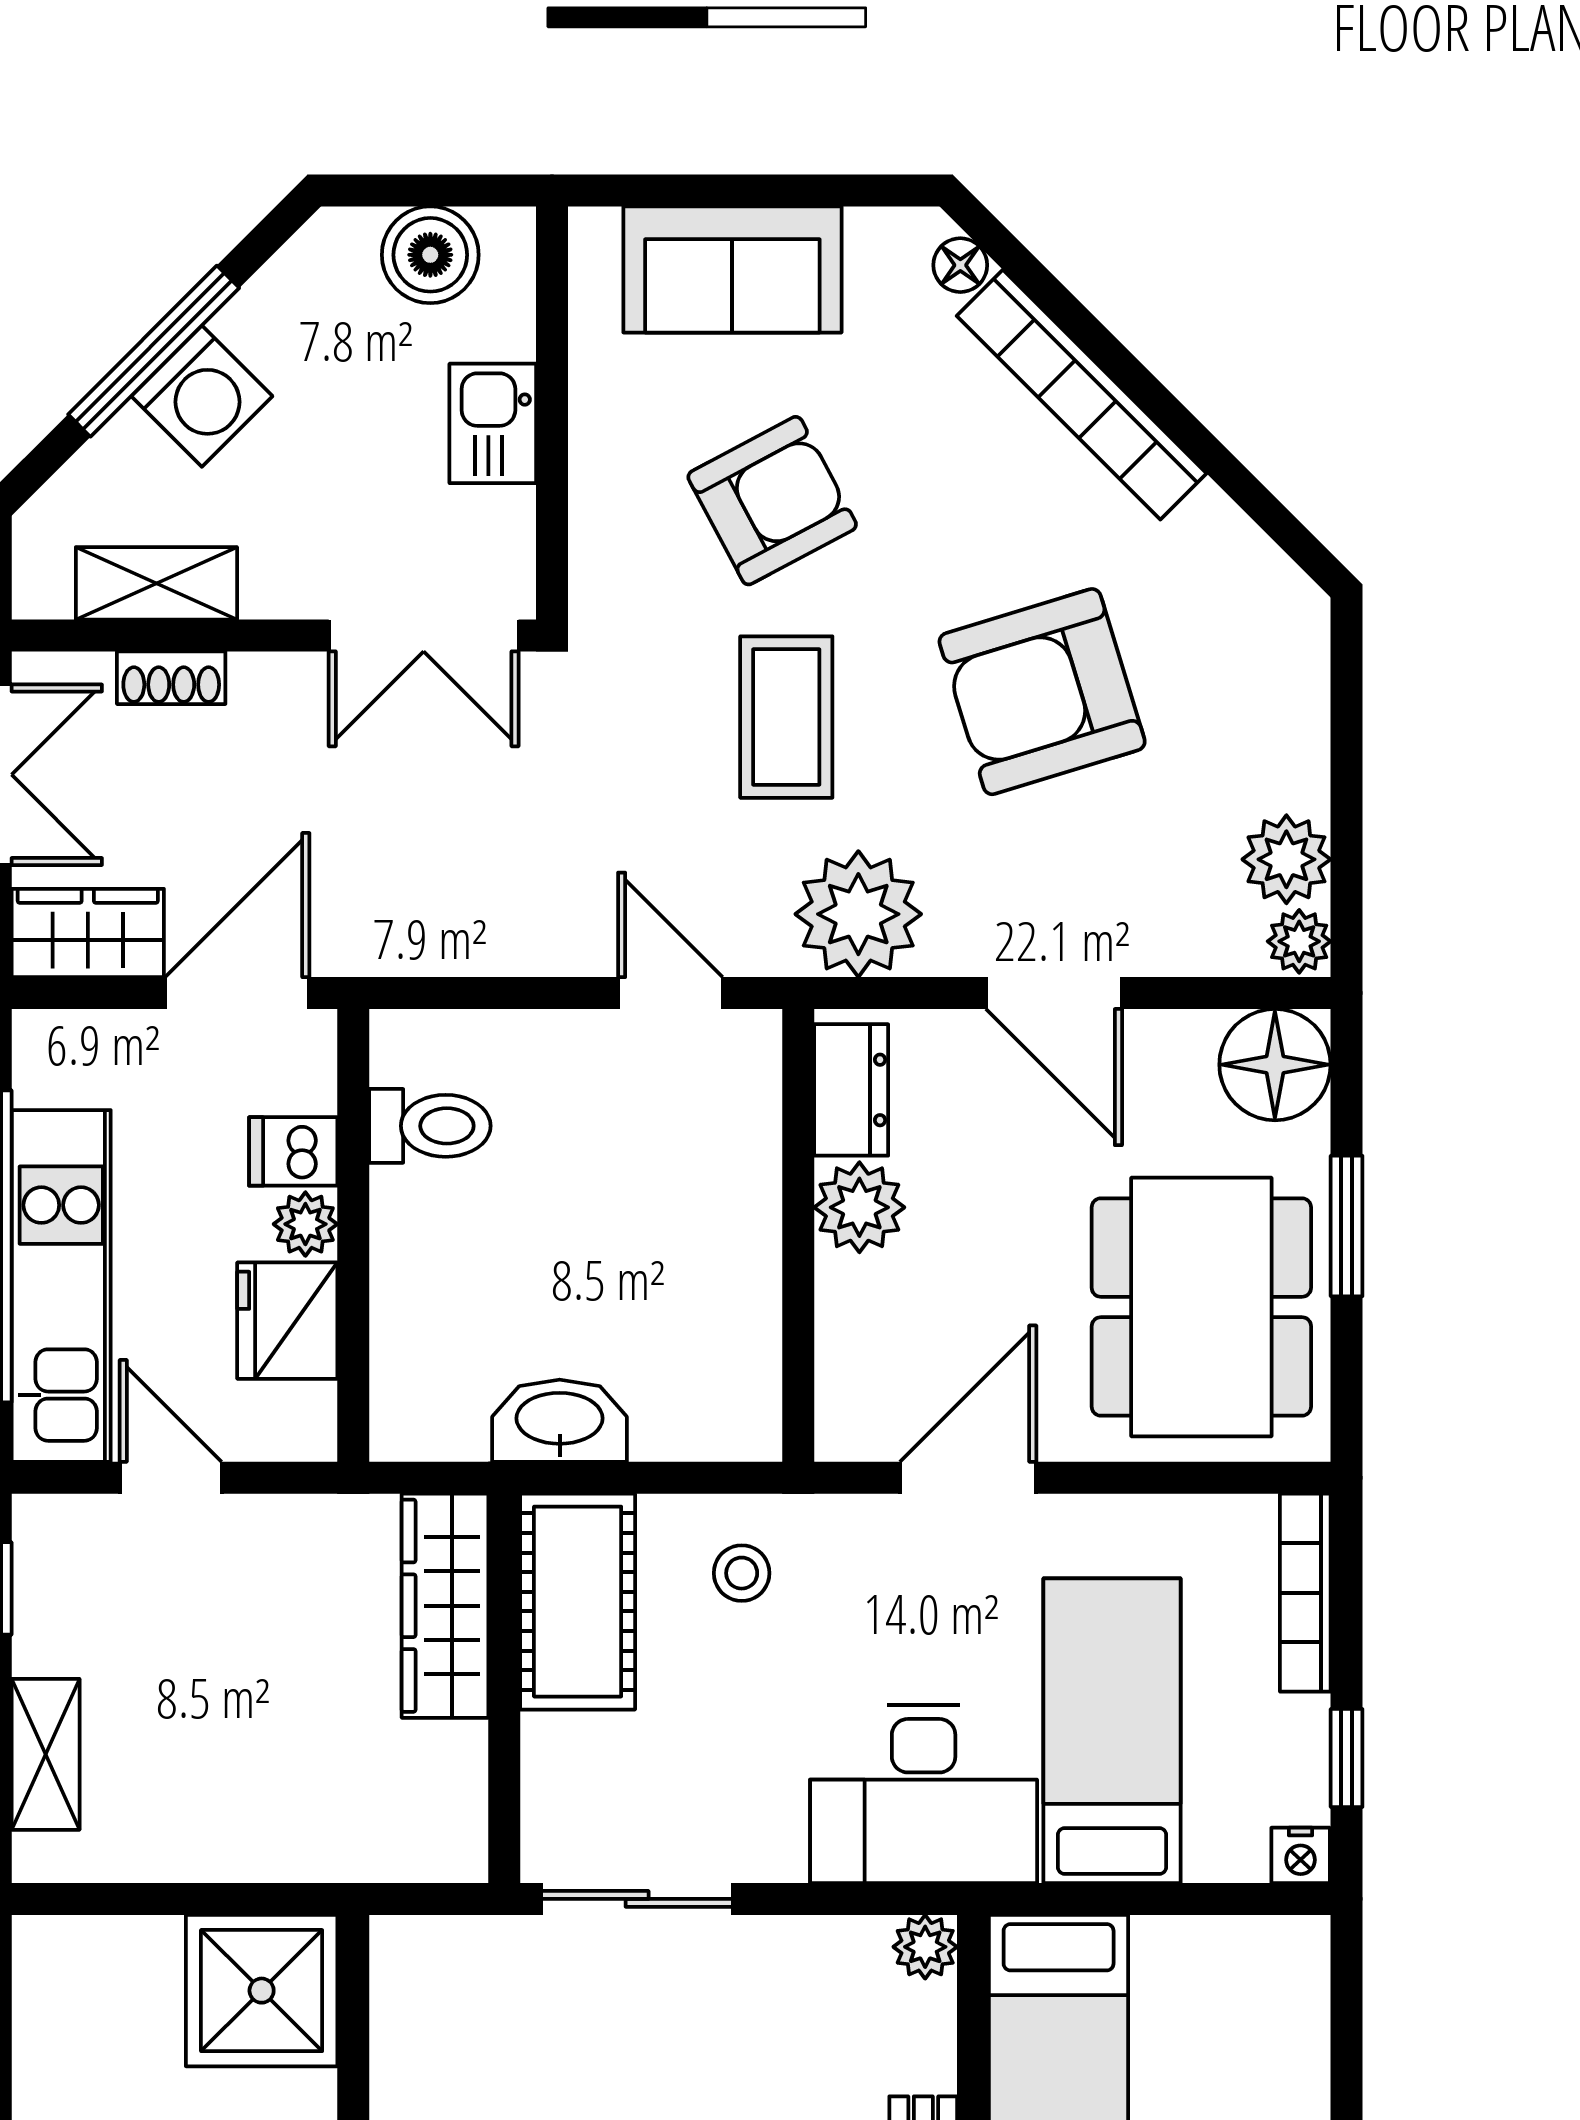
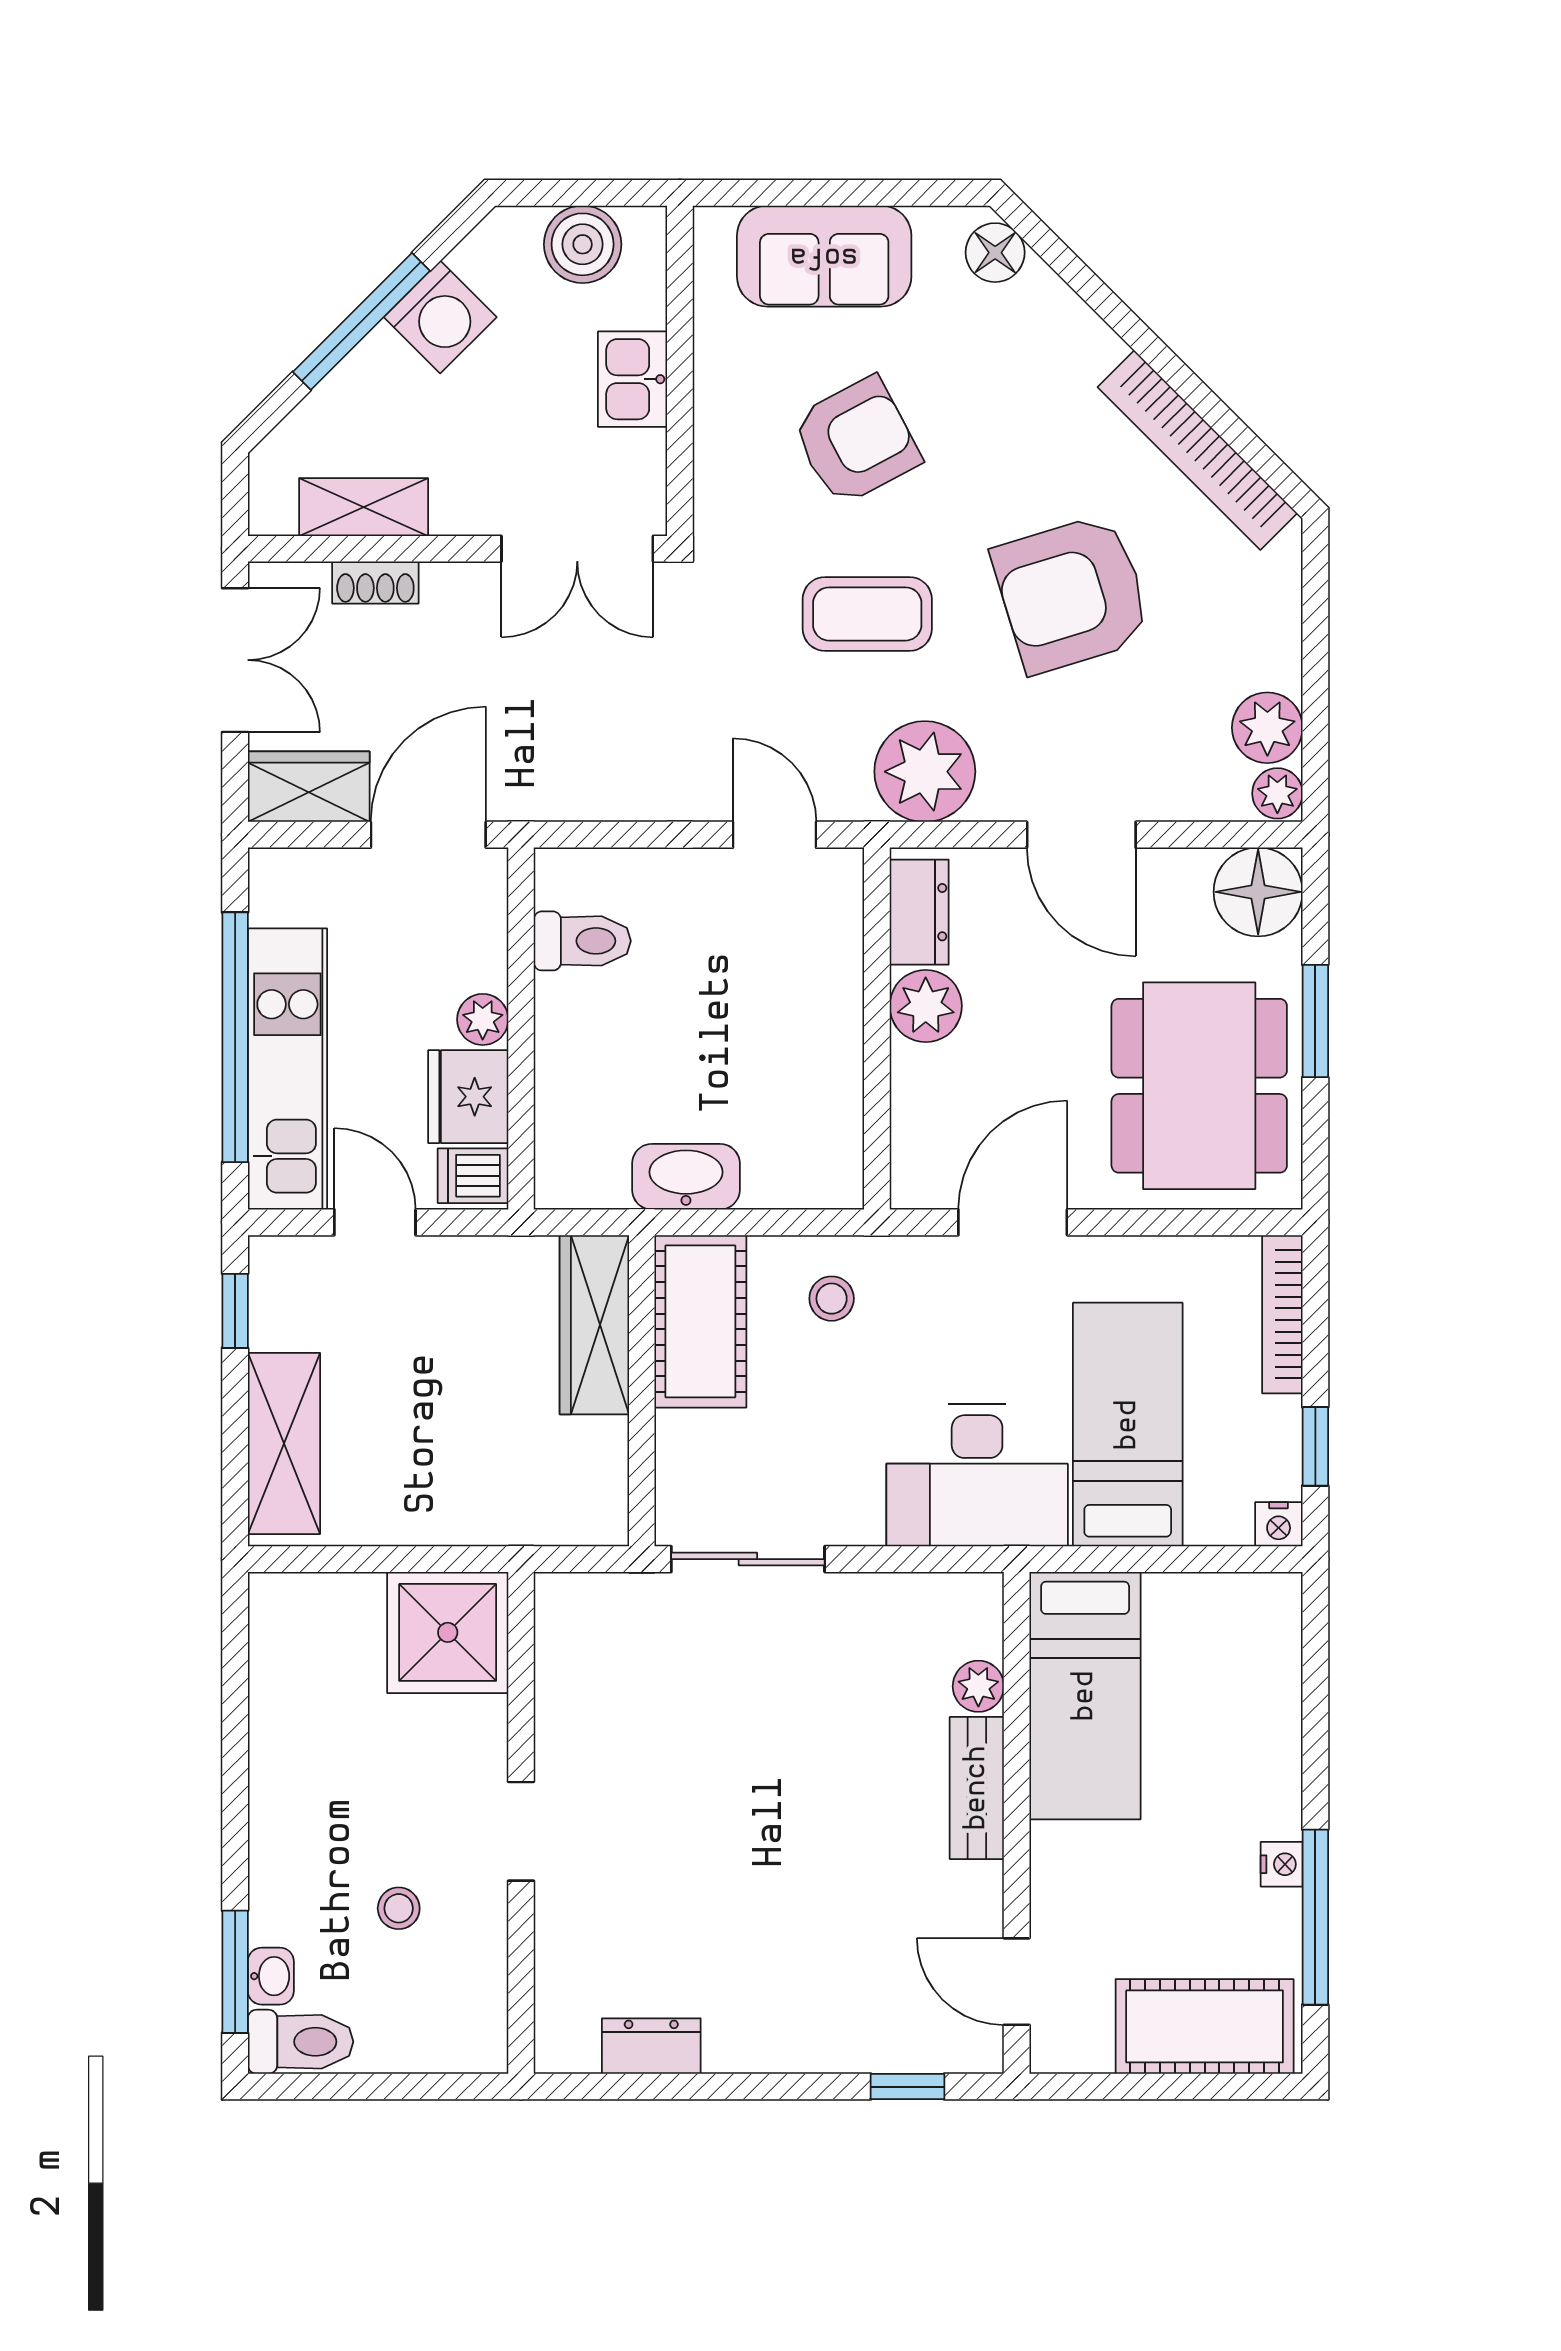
floor lamp: (960, 265) -> (995, 253), width x1.37, depth x1.37
bookcase: (1082, 395) -> (1197, 450), moved
washing machine: (202, 396) -> (440, 317), moved
coffee table: (786, 717) -> (867, 614), turned 90
dishwasher: (293, 1151) -> (473, 1176), moved
shelving: (46, 1754) -> (284, 1443), width x1.50, depth x1.33
plant: (925, 1947) -> (978, 1686), moved

